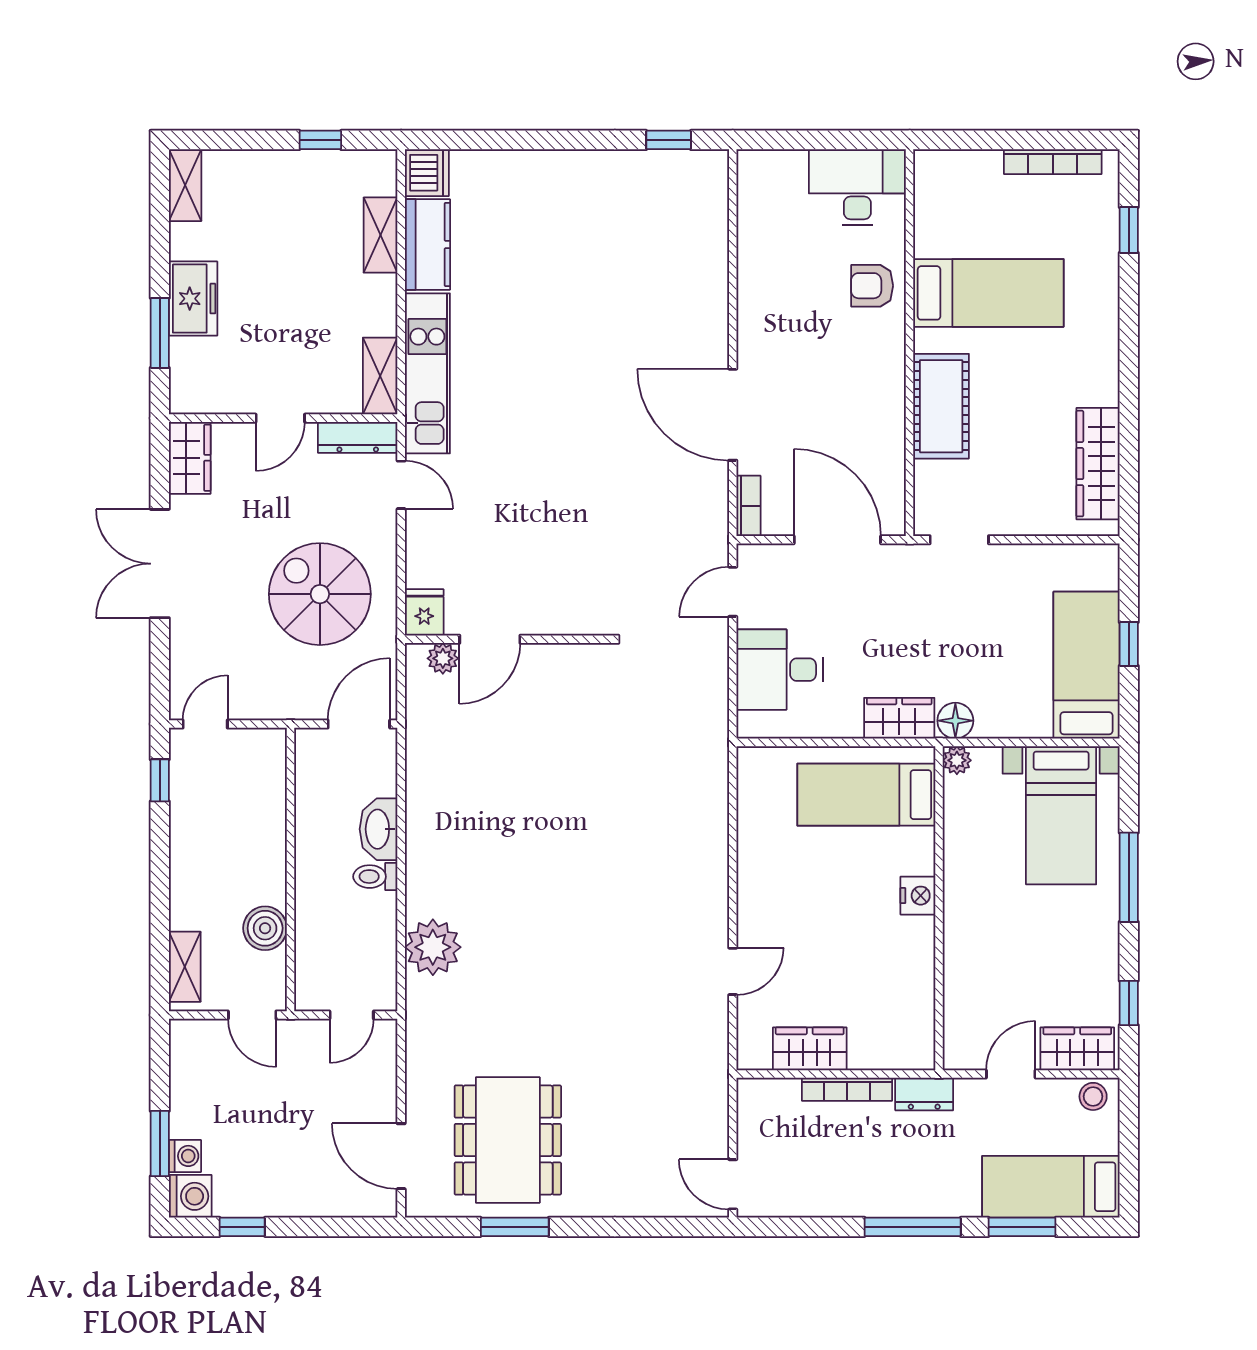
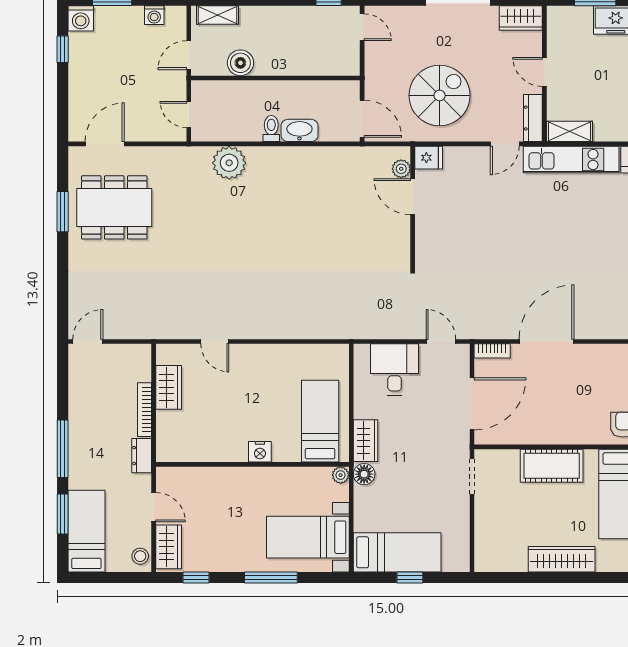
wardrobe: (1098, 464) -> (562, 559), moved
washing machine: (185, 1156) -> (154, 15), moved

